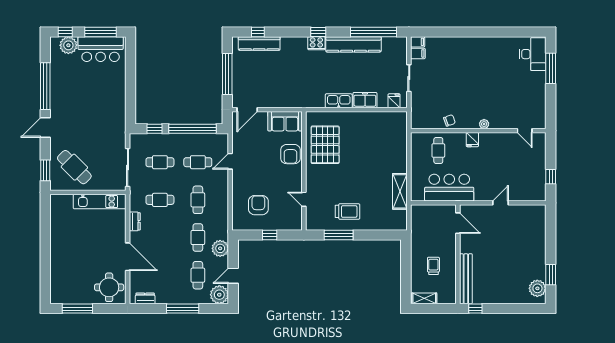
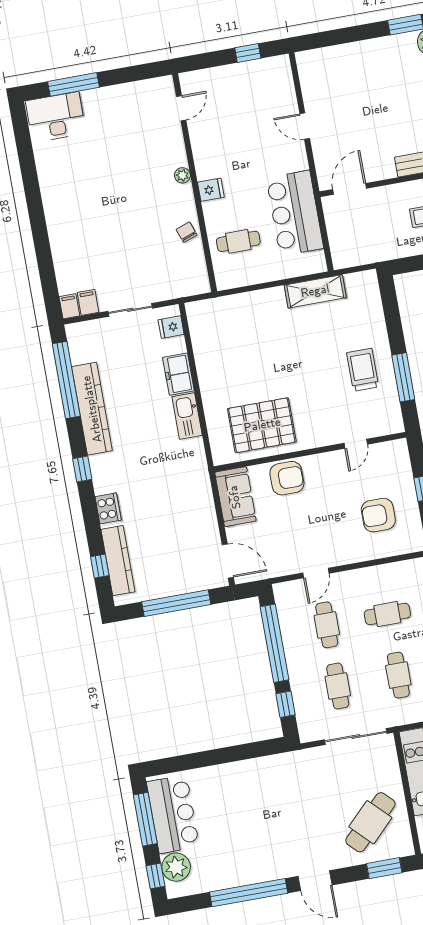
cooker: (316, 43) -> (108, 508), moved
door: (230, 161) -> (316, 573), hinge flipped

